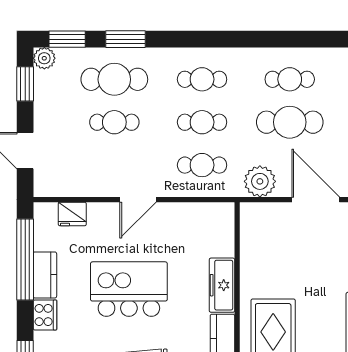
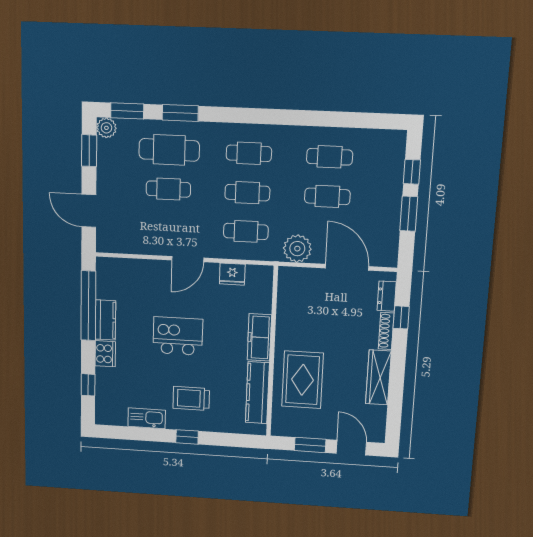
cafe table: (290, 122) -> (327, 196), width x0.73, depth x0.74
fridge: (72, 214) -> (232, 274), moved
kitchen island: (129, 289) -> (178, 336), width x0.73, depth x0.78

